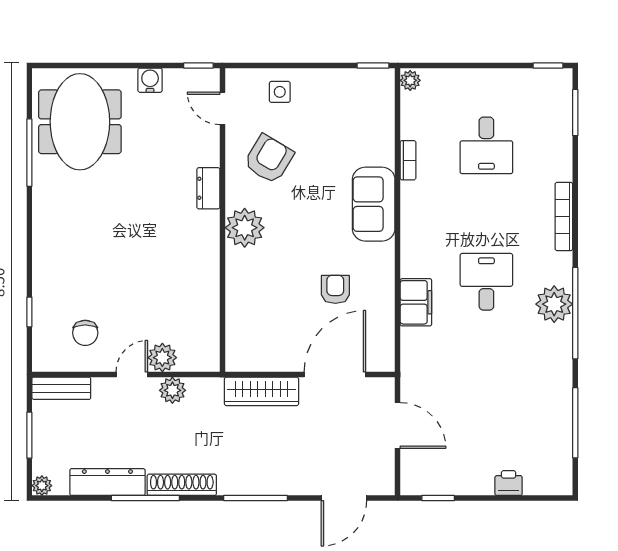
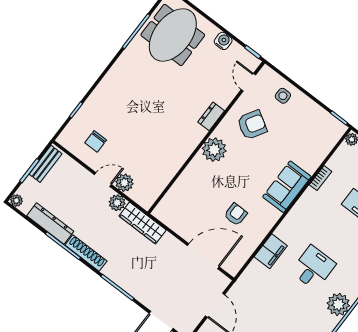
bench: (61, 388) -> (45, 164), moved, turned 90
wardrobe: (262, 391) -> (143, 223), moved

